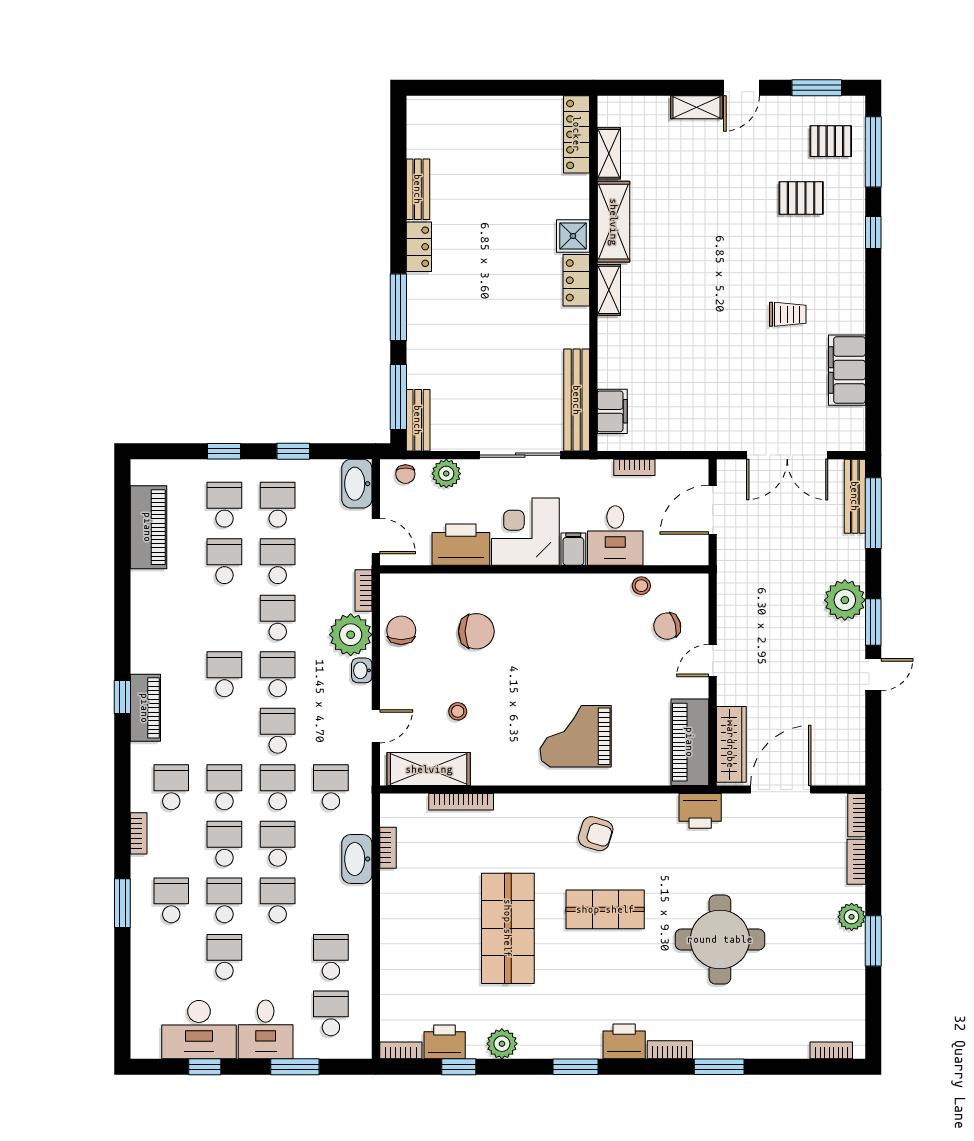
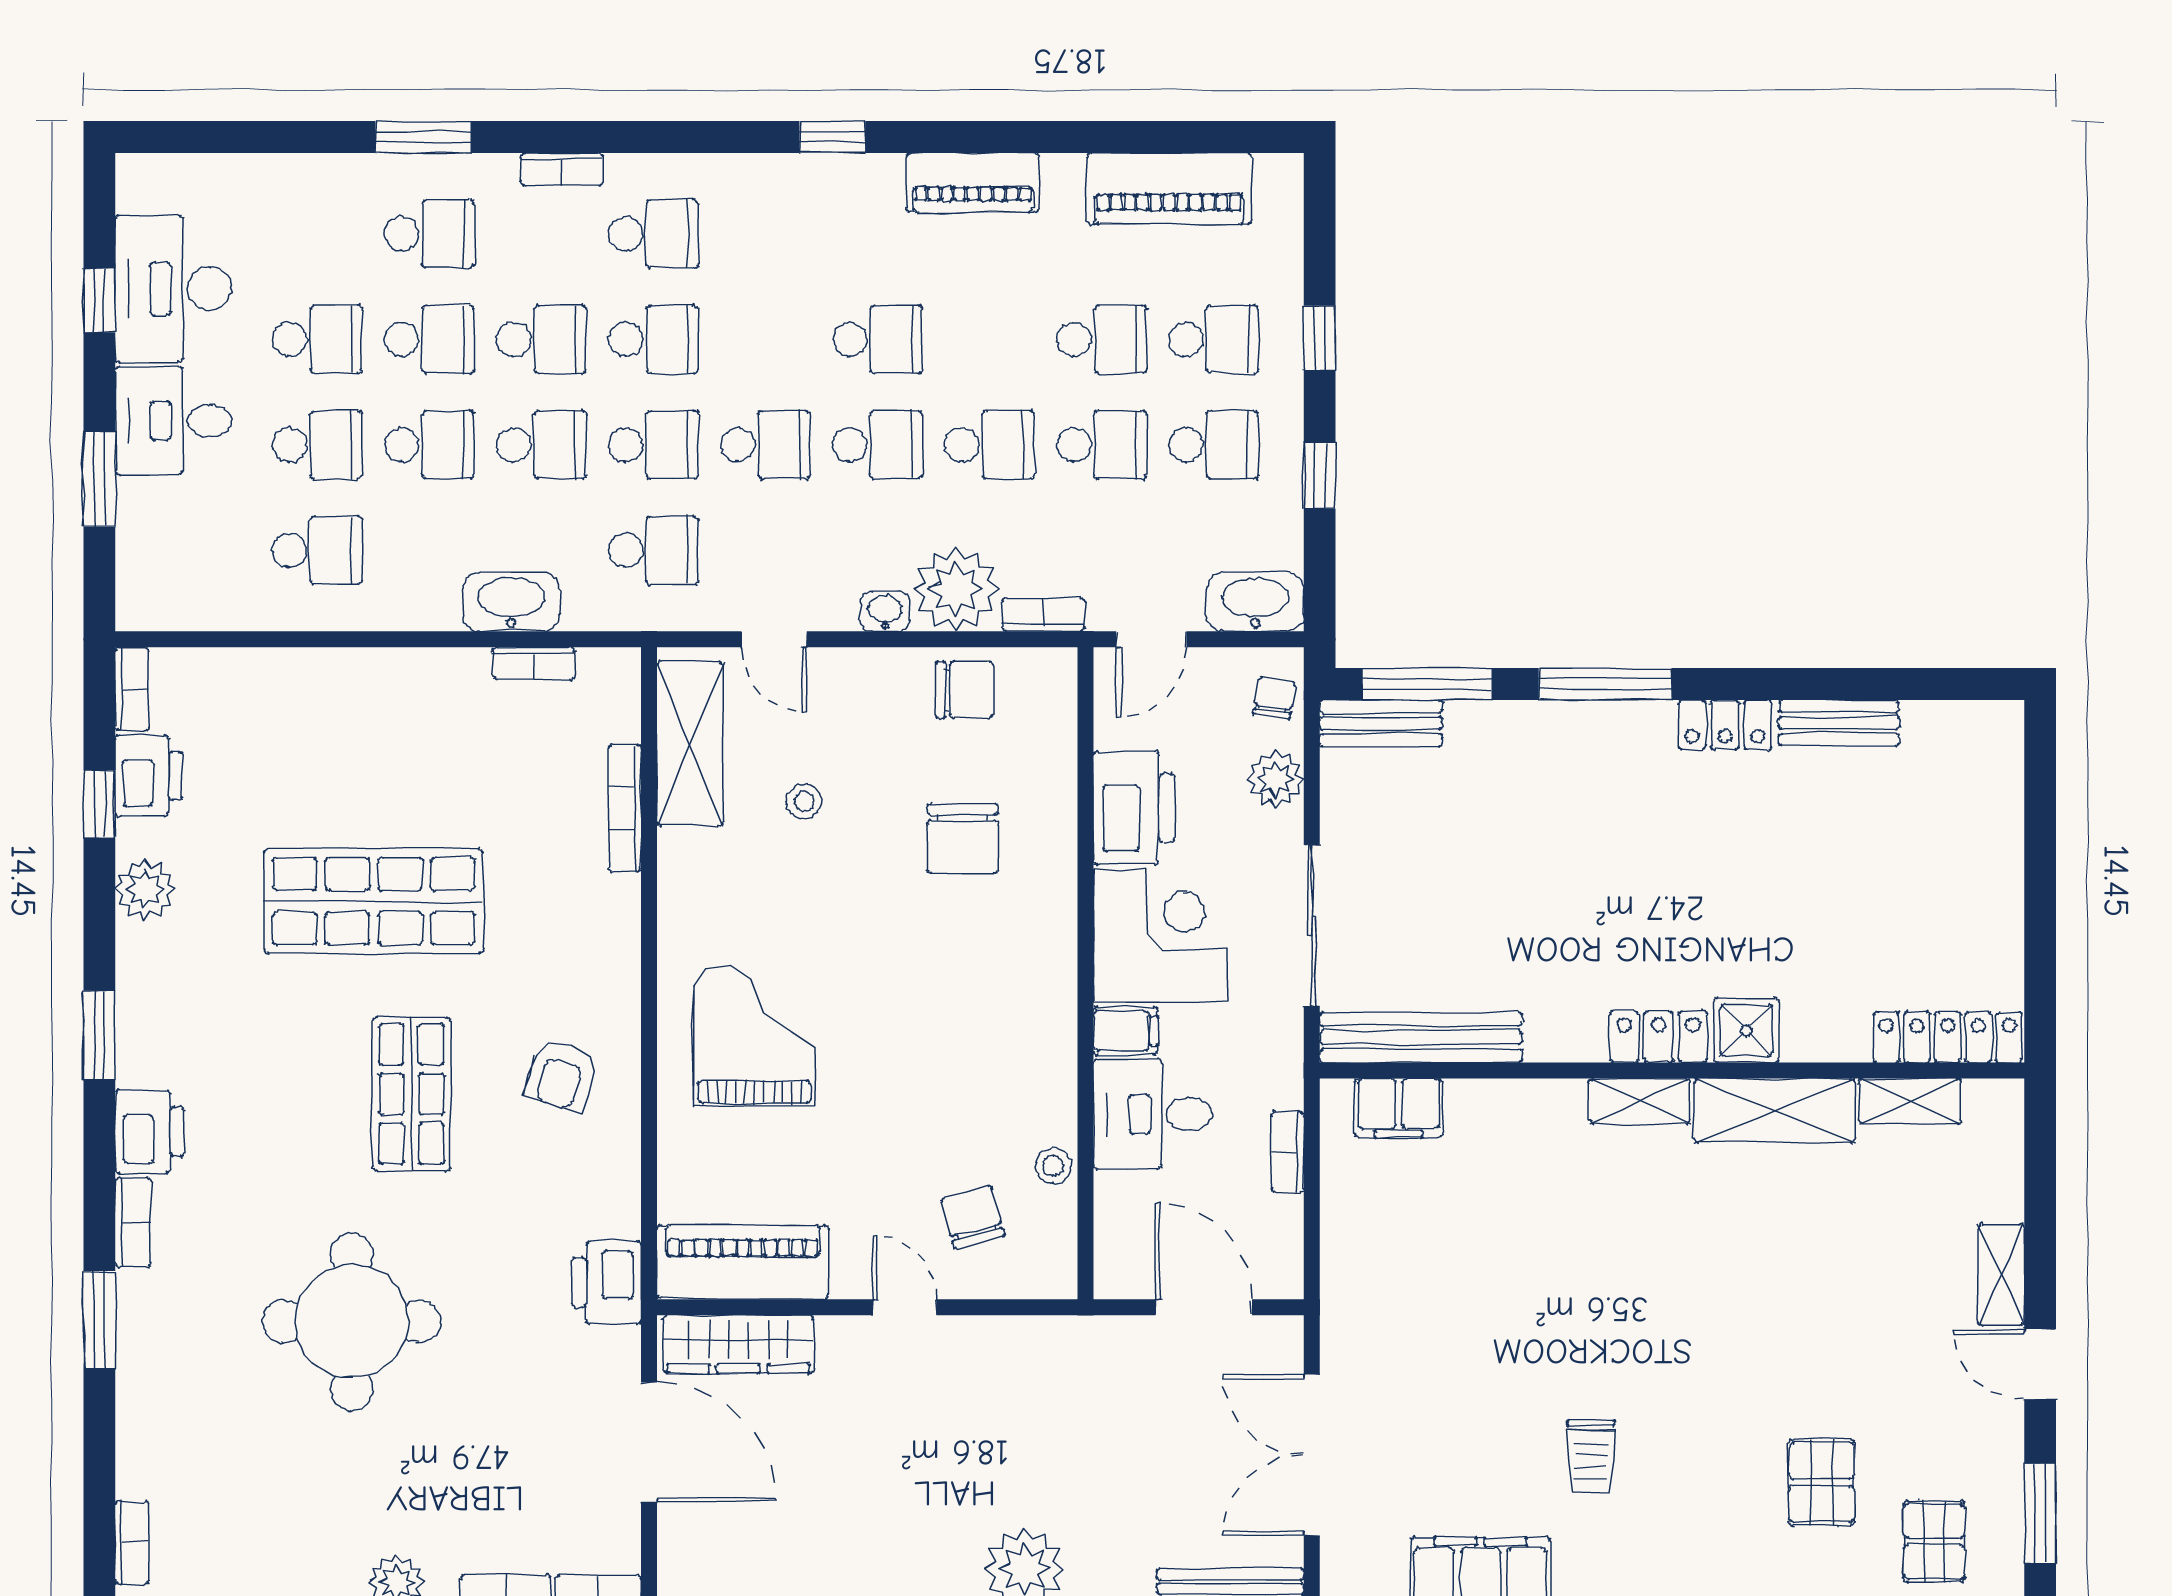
chair: (405, 474) -> (1274, 698), turned 98
piano: (145, 708) -> (973, 183), moved
school desk: (331, 1013) -> (317, 445), moved

